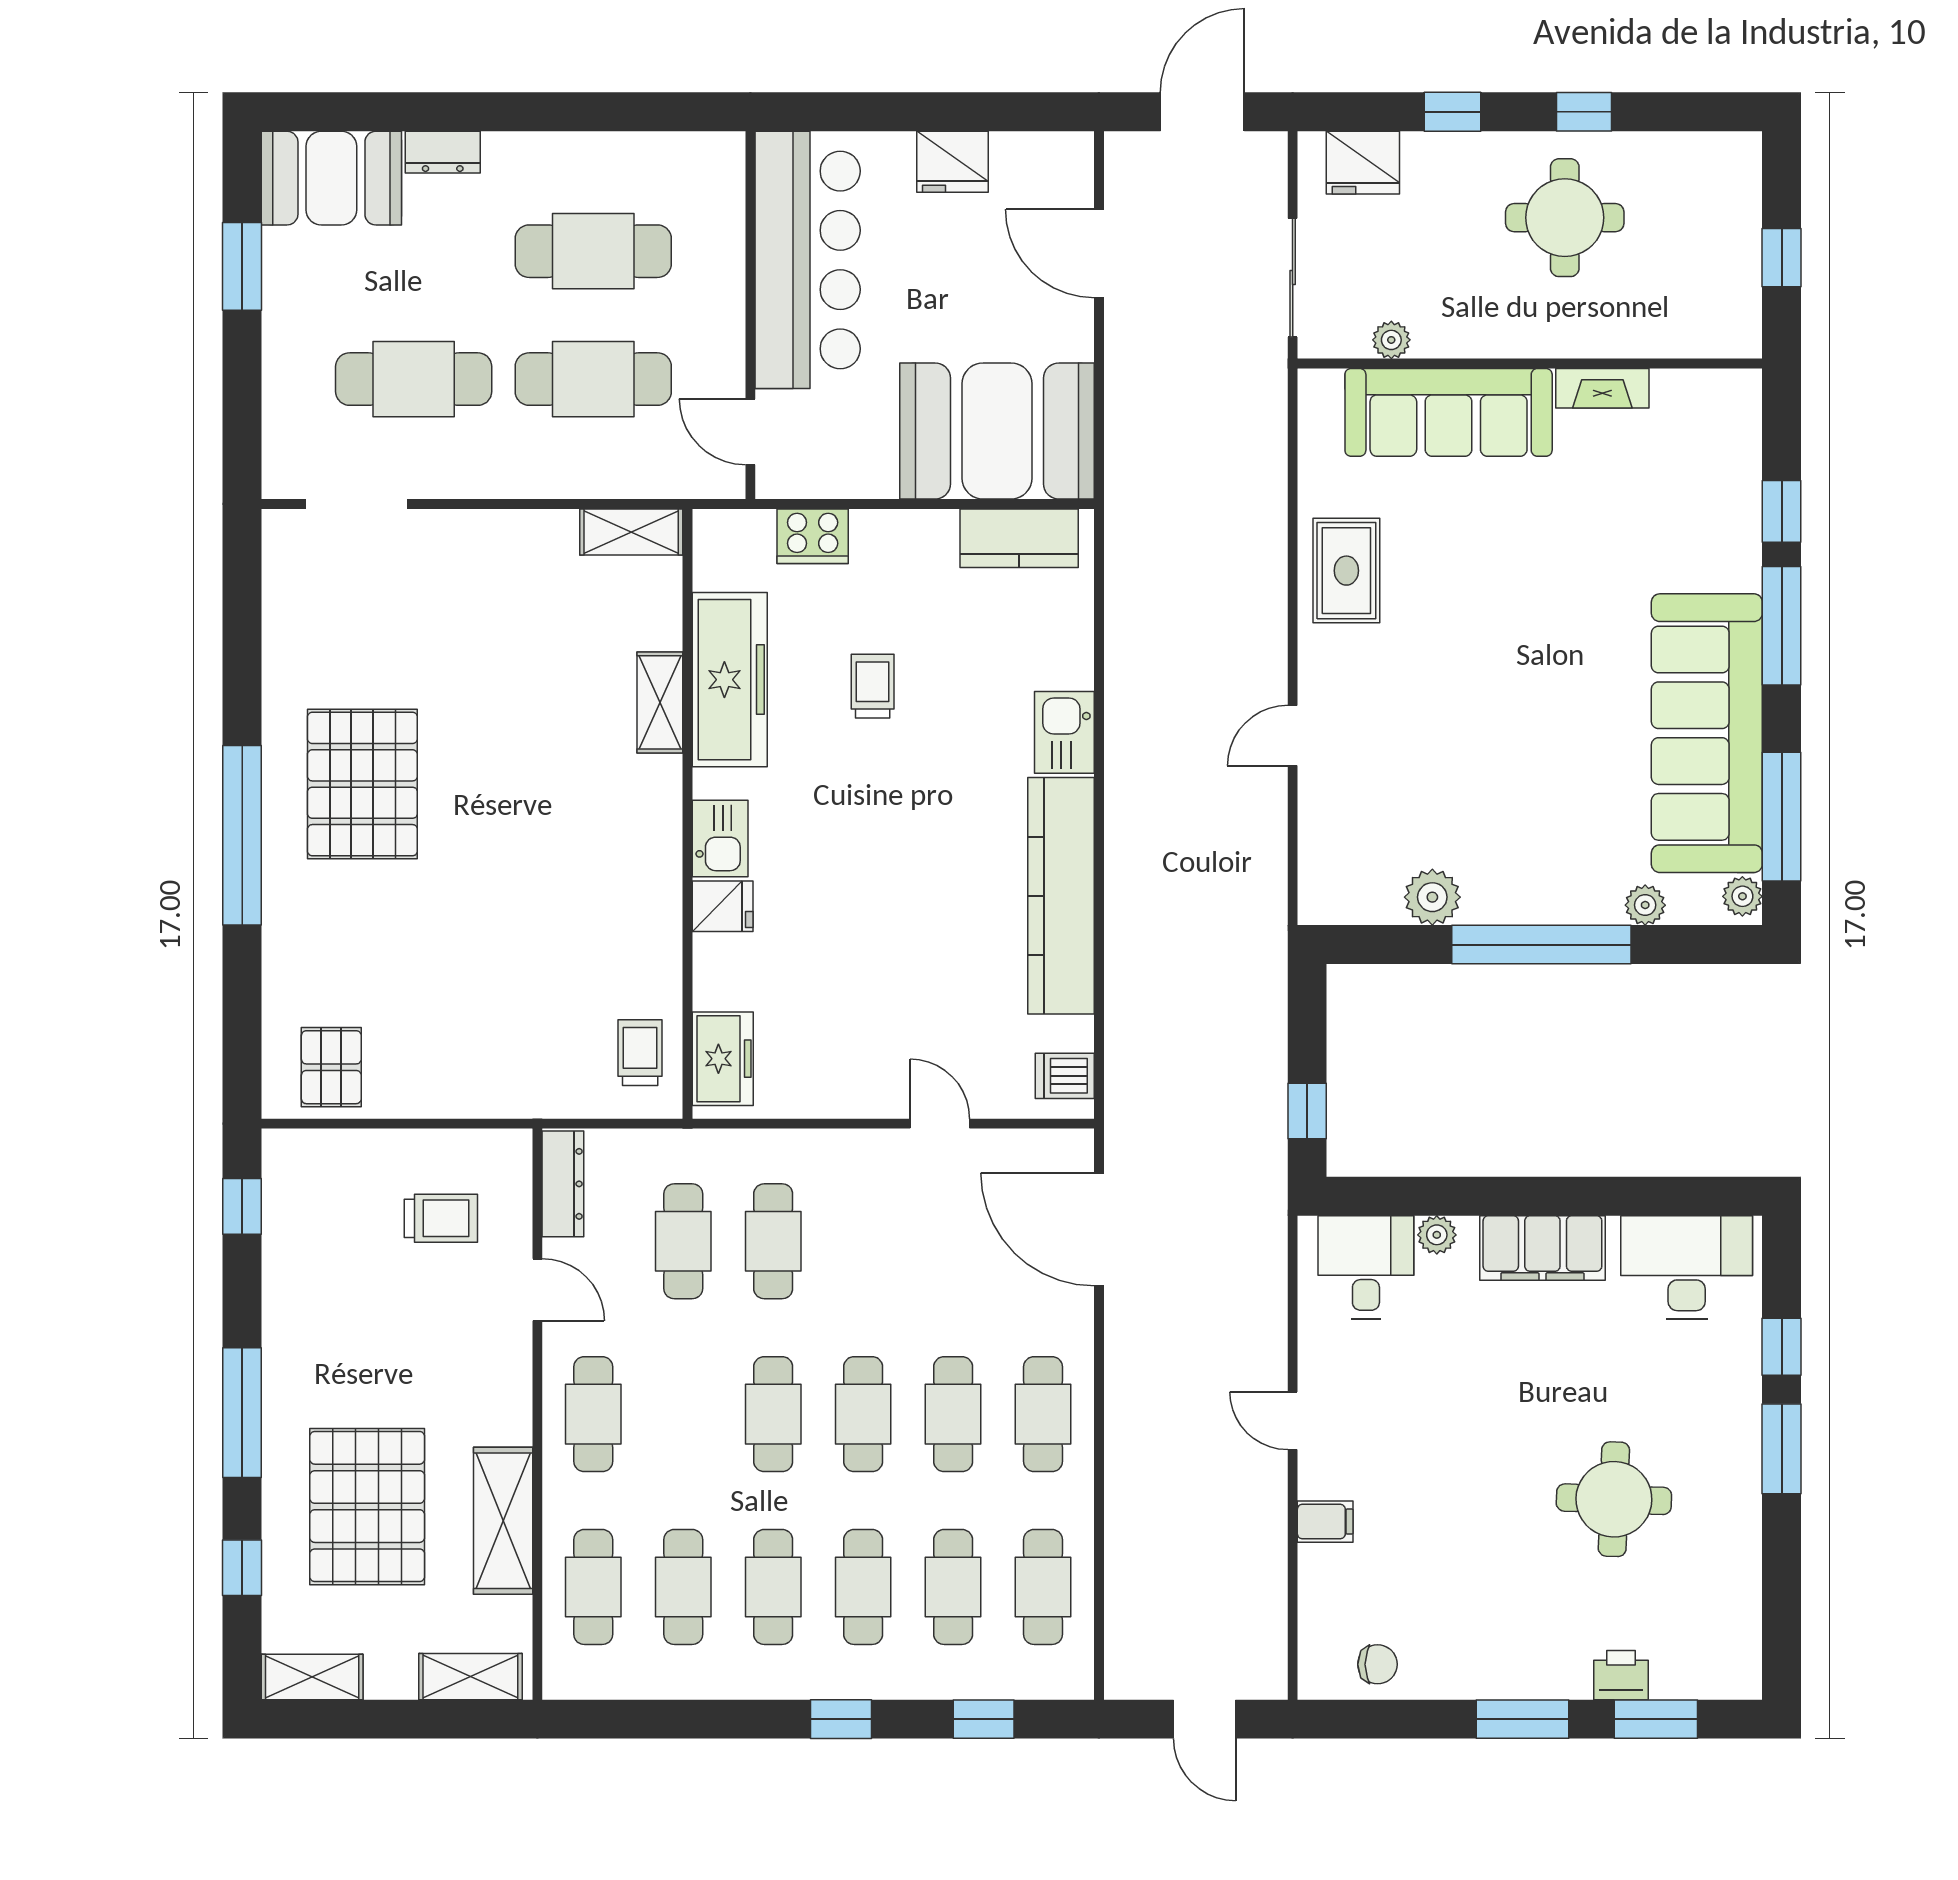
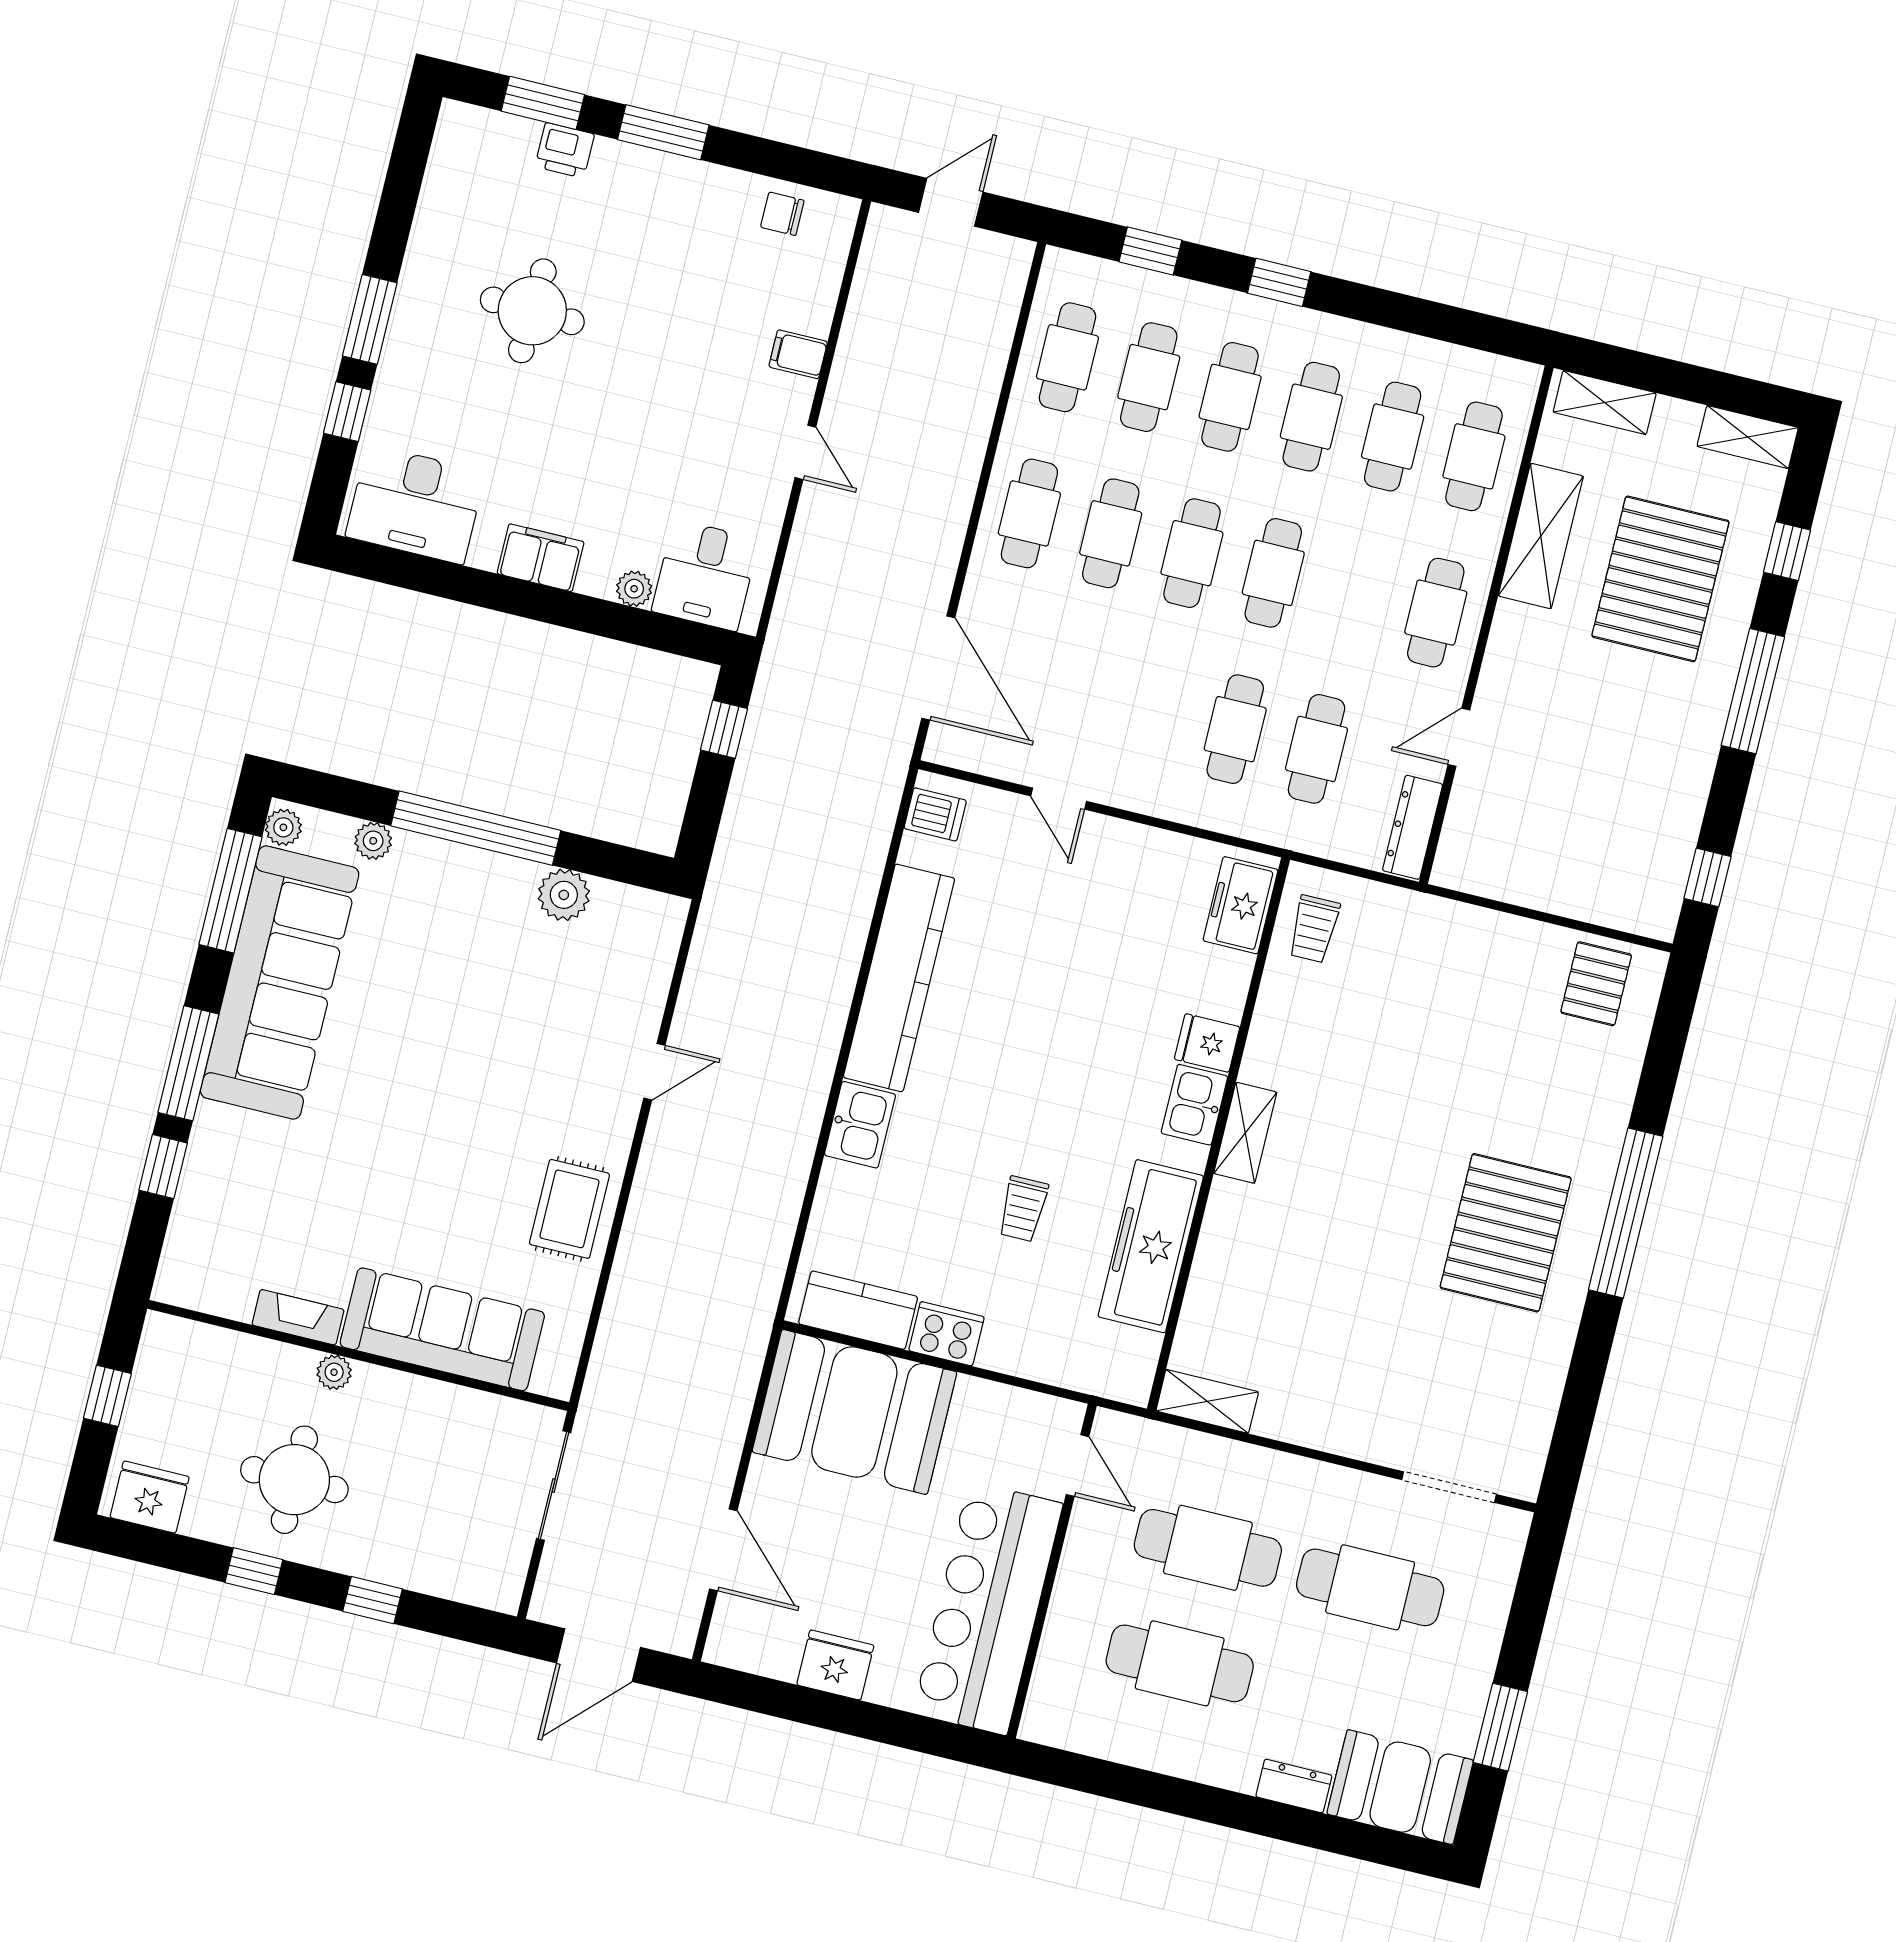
fridge: (1363, 163) -> (150, 1497), moved
plant: (1391, 340) -> (334, 1372), moved
cooker: (813, 536) -> (946, 1334), moved
shelving: (660, 702) -> (1245, 1133), moved
trolley: (441, 1218) -> (1530, 823), removed
filing cabinet: (1542, 1248) -> (541, 558), width x0.67, depth x0.86
door: (537, 1290) -> (1459, 737), hinge flipped
door: (1204, 1719) -> (951, 202), hinge flipped

